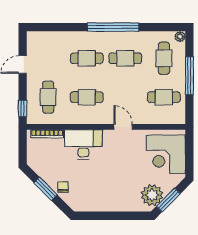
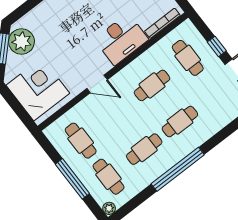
cafe table: (164, 97) -> (81, 141), turned 90
window: (23, 109) -> (217, 46), moved

